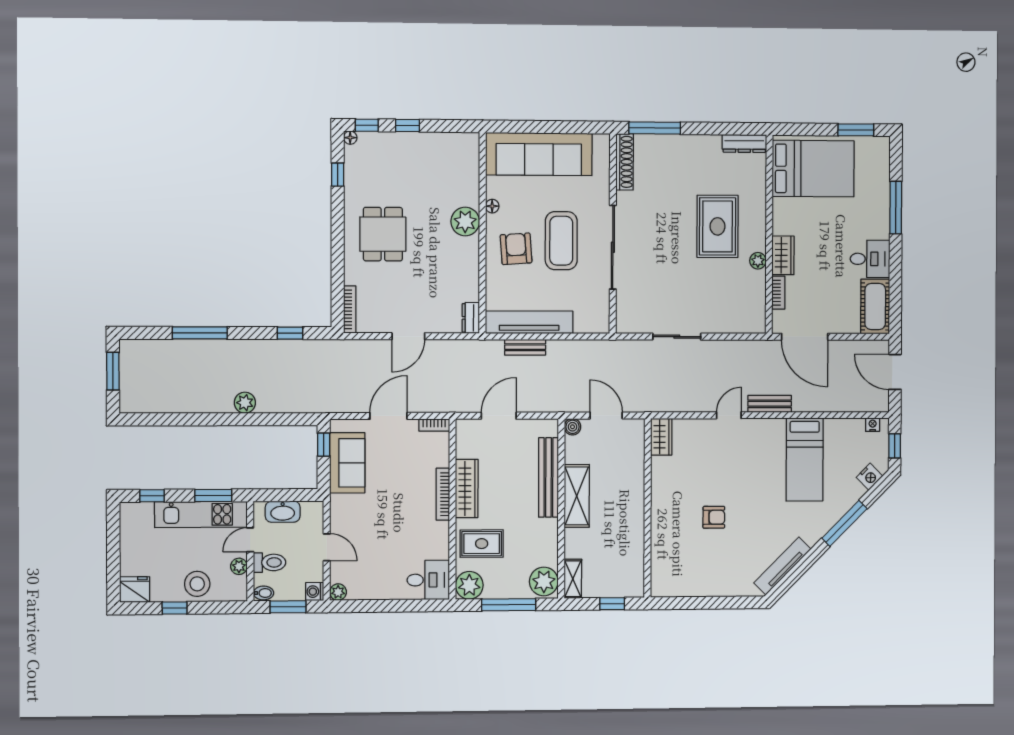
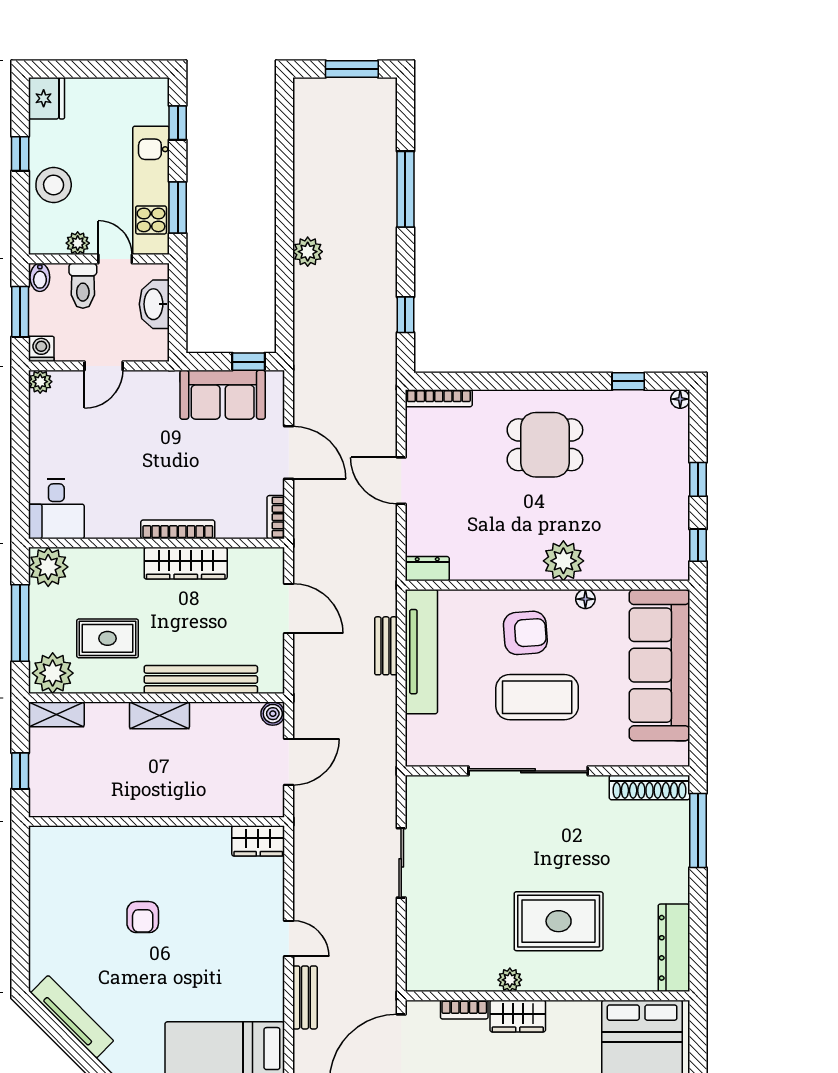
window: (367, 125) -> (698, 545), moved
dresser: (744, 144) -> (674, 948), width x1.37, depth x1.24
shelving: (577, 496) -> (159, 715), width x0.67, depth x0.75
rug: (482, 544) -> (108, 638), moved, turned 90

